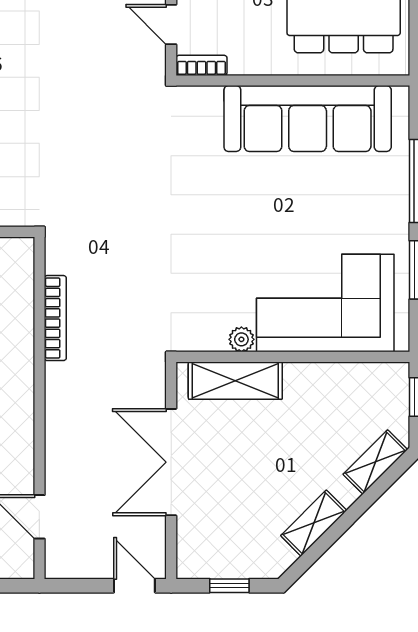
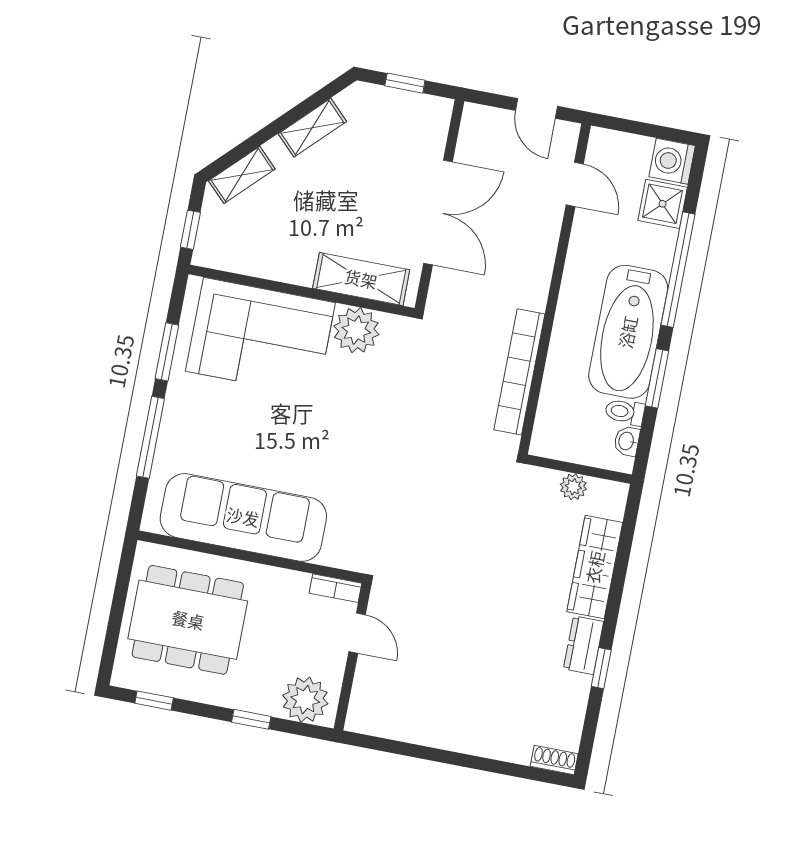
bookcase: (55, 318) -> (519, 372), width x1.48, depth x1.31
plant: (241, 339) -> (356, 330), width x1.88, depth x1.88
door: (134, 586) -> (536, 108), moved

